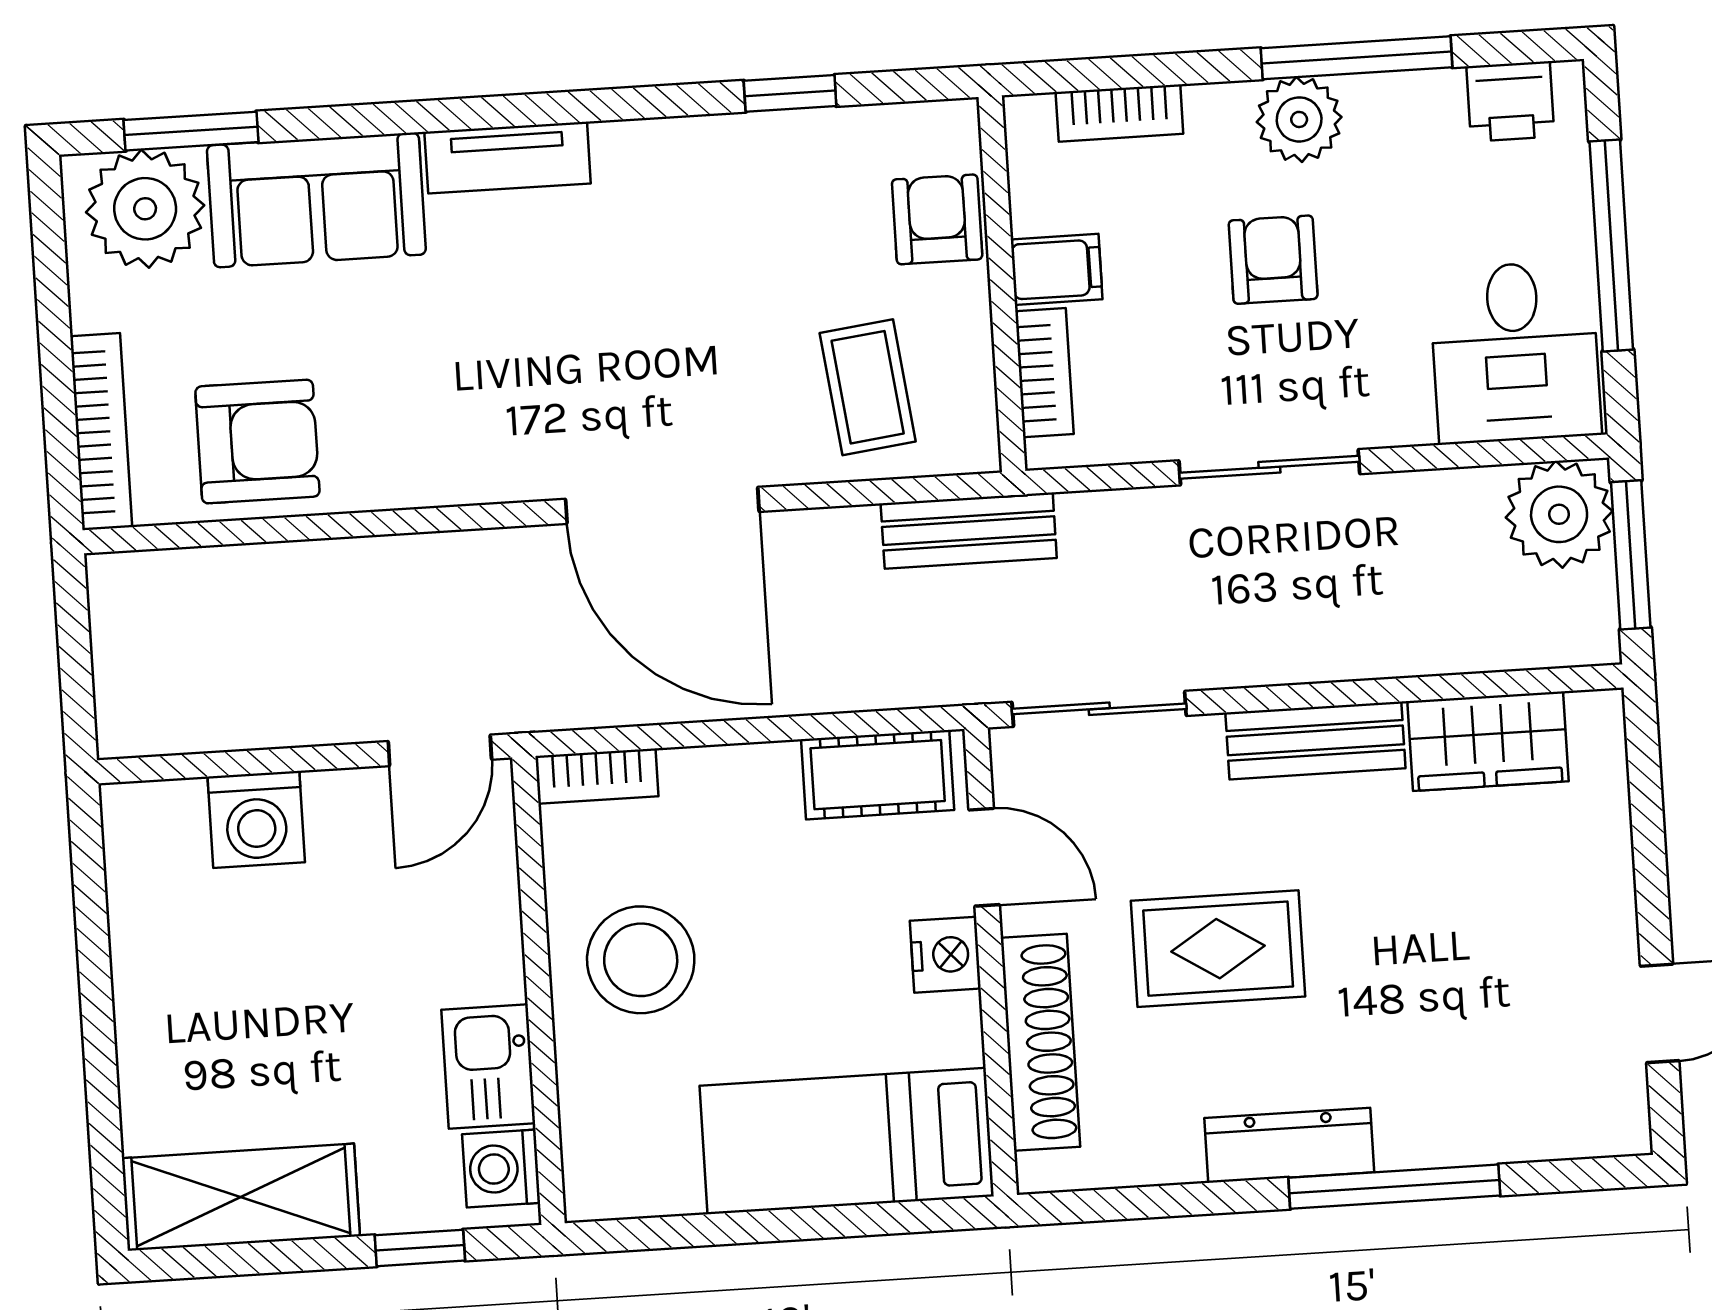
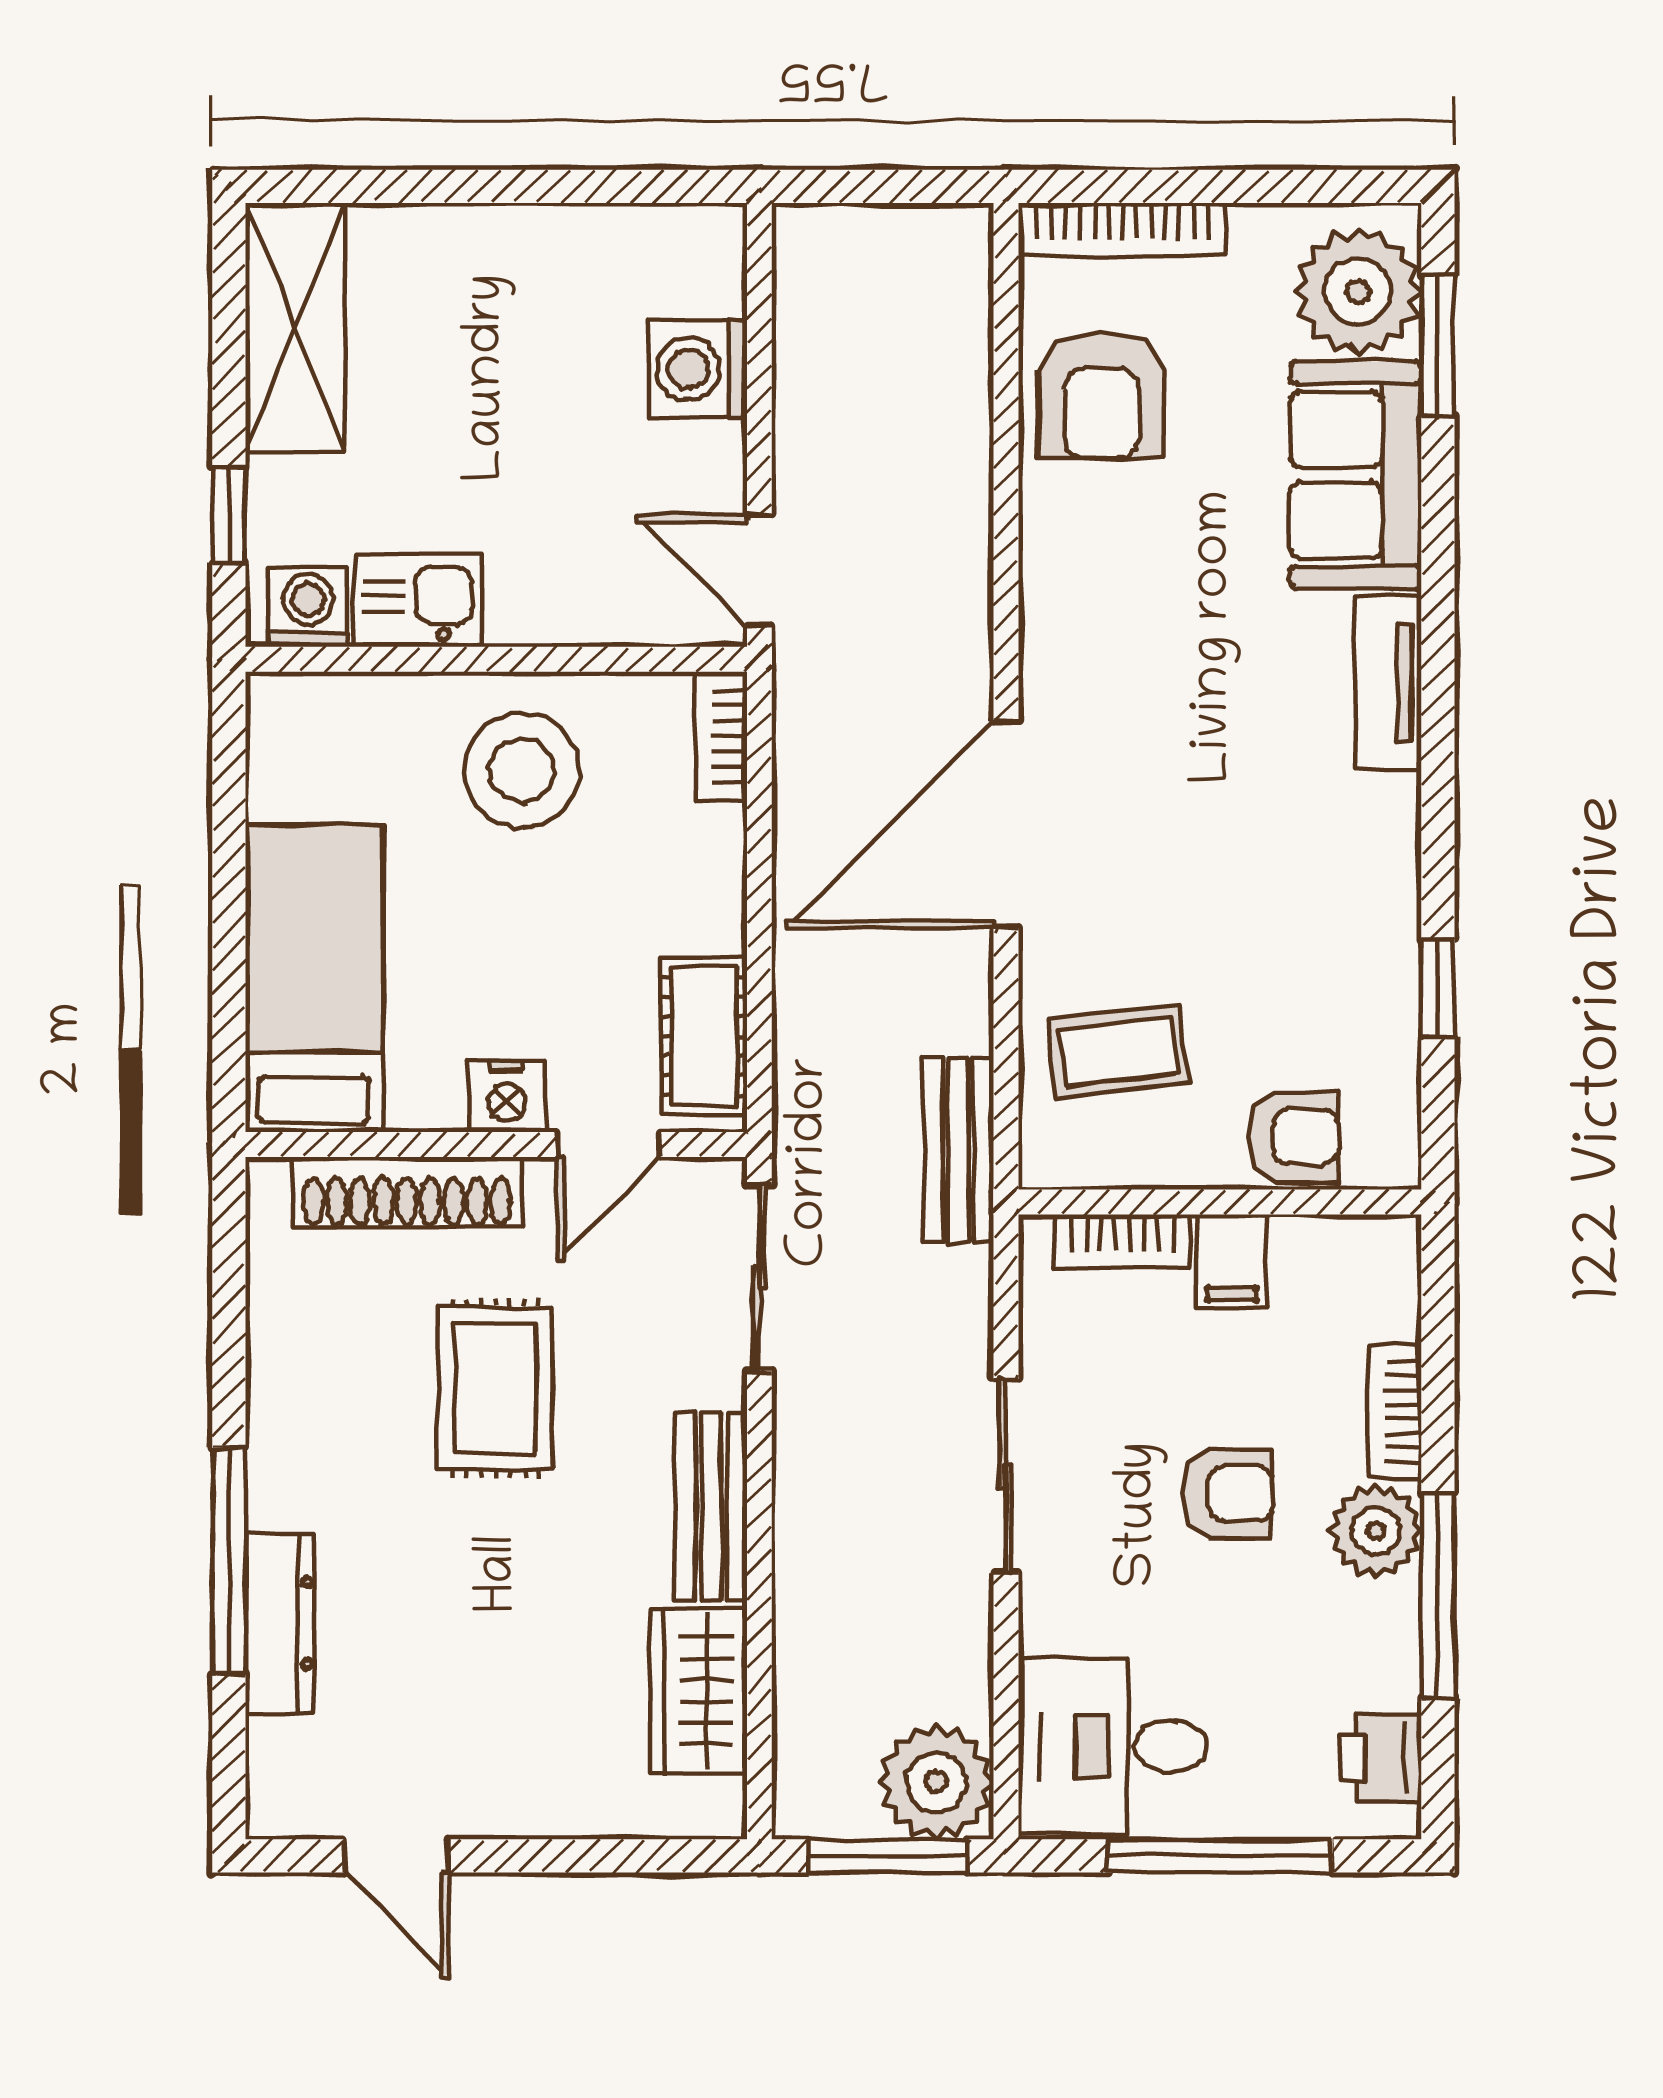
bookcase: (1119, 113) -> (1395, 1412), moved
dresser: (1289, 1145) -> (280, 1623), moved

